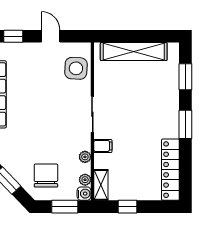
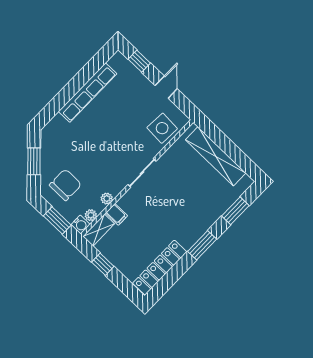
filing cabinet: (103, 146) -> (117, 214), moved

